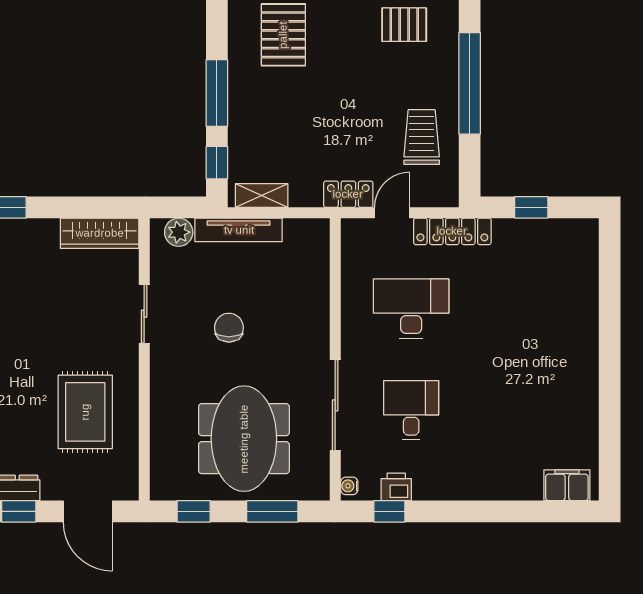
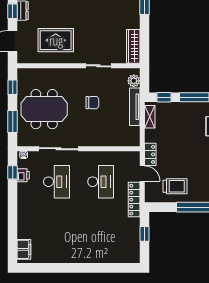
desk: (411, 410) -> (56, 182), width x1.37

